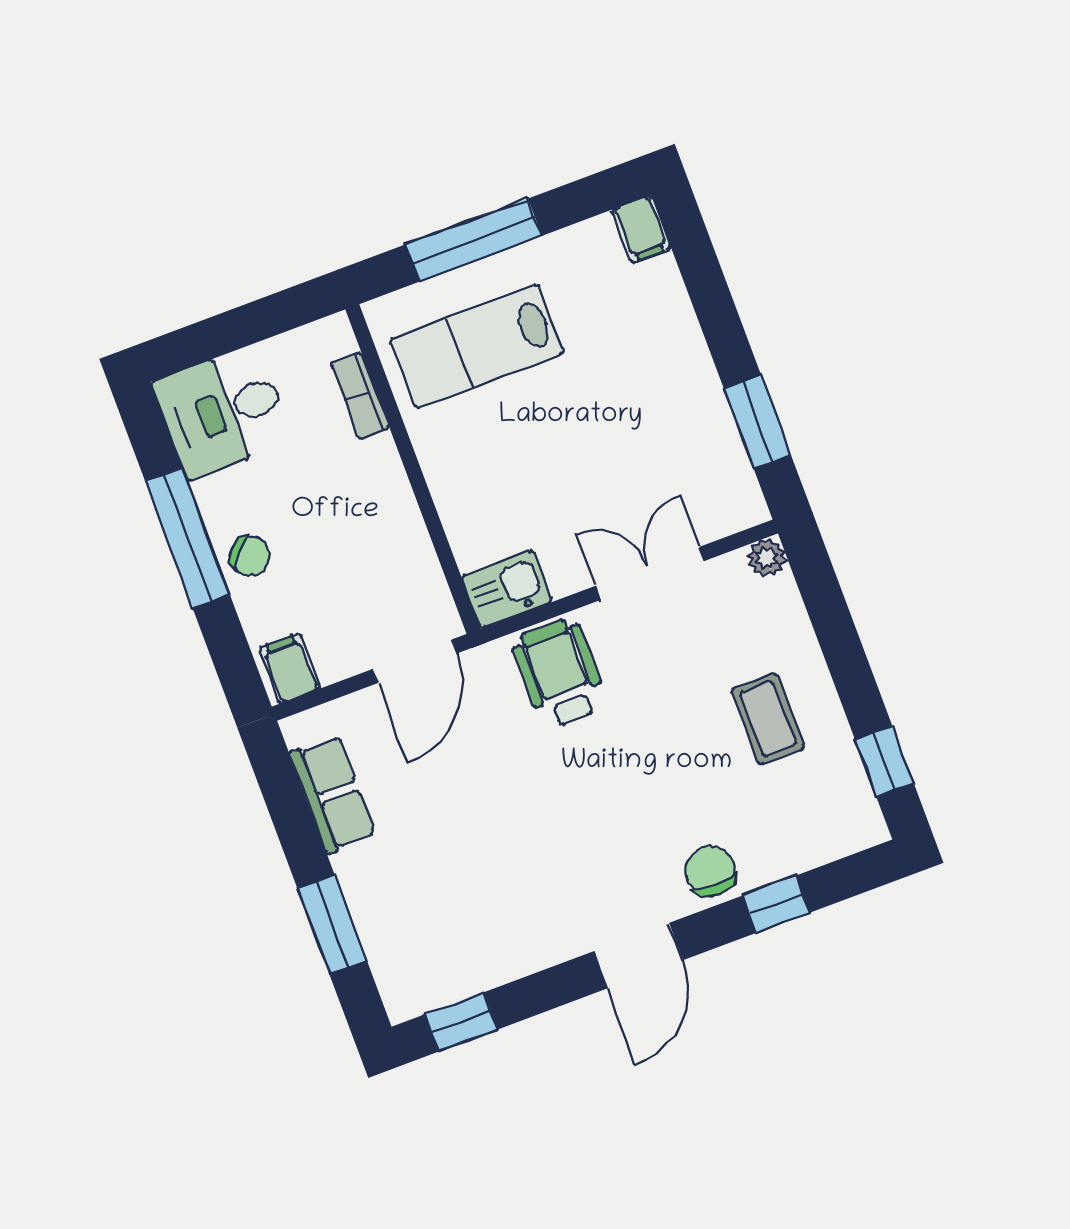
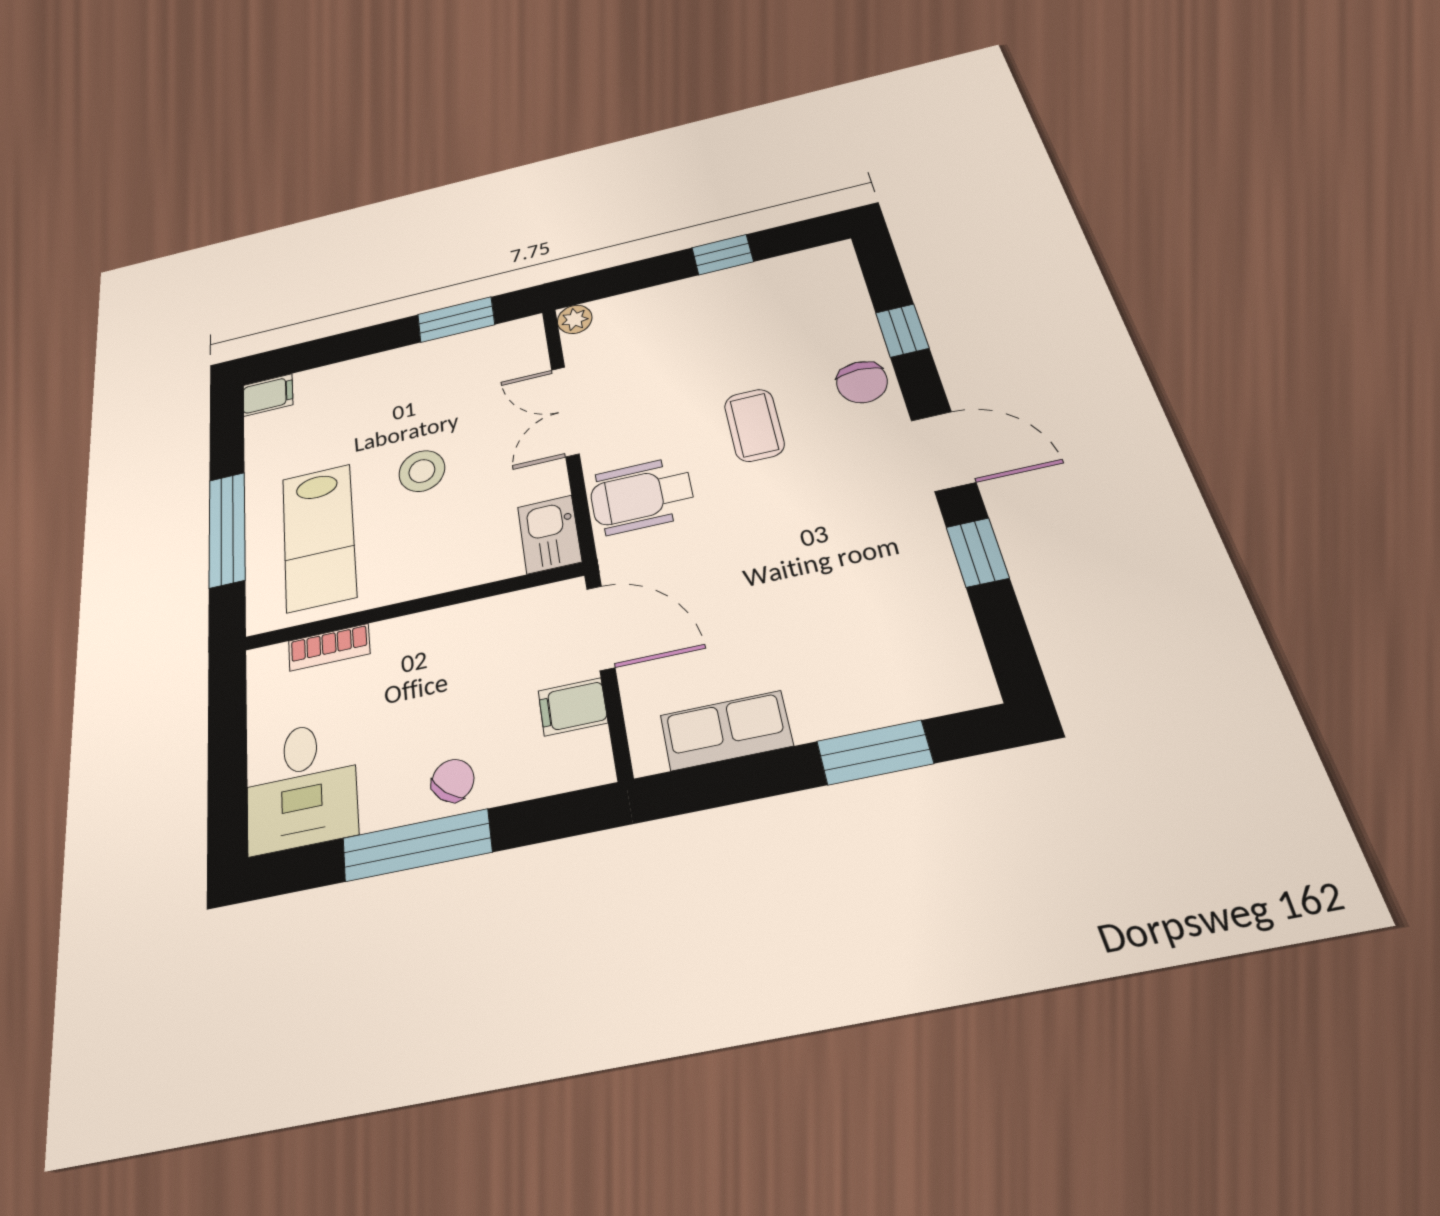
stool: (564, 436) -> (422, 471), added
filing cabinet: (289, 668) -> (573, 707), moved
coffee table: (768, 719) -> (754, 425), moved, turned 90
window: (884, 761) -> (723, 255), moved
chair: (710, 871) -> (862, 382), turned -90
window: (461, 1022) -> (977, 552), moved

